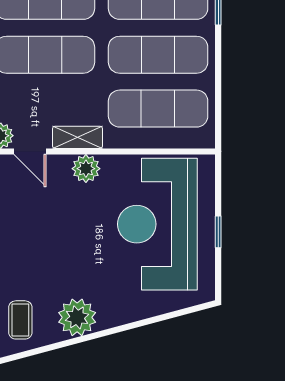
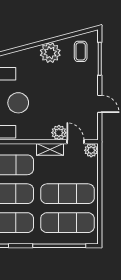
plant: (86, 169) -> (59, 133), moved

